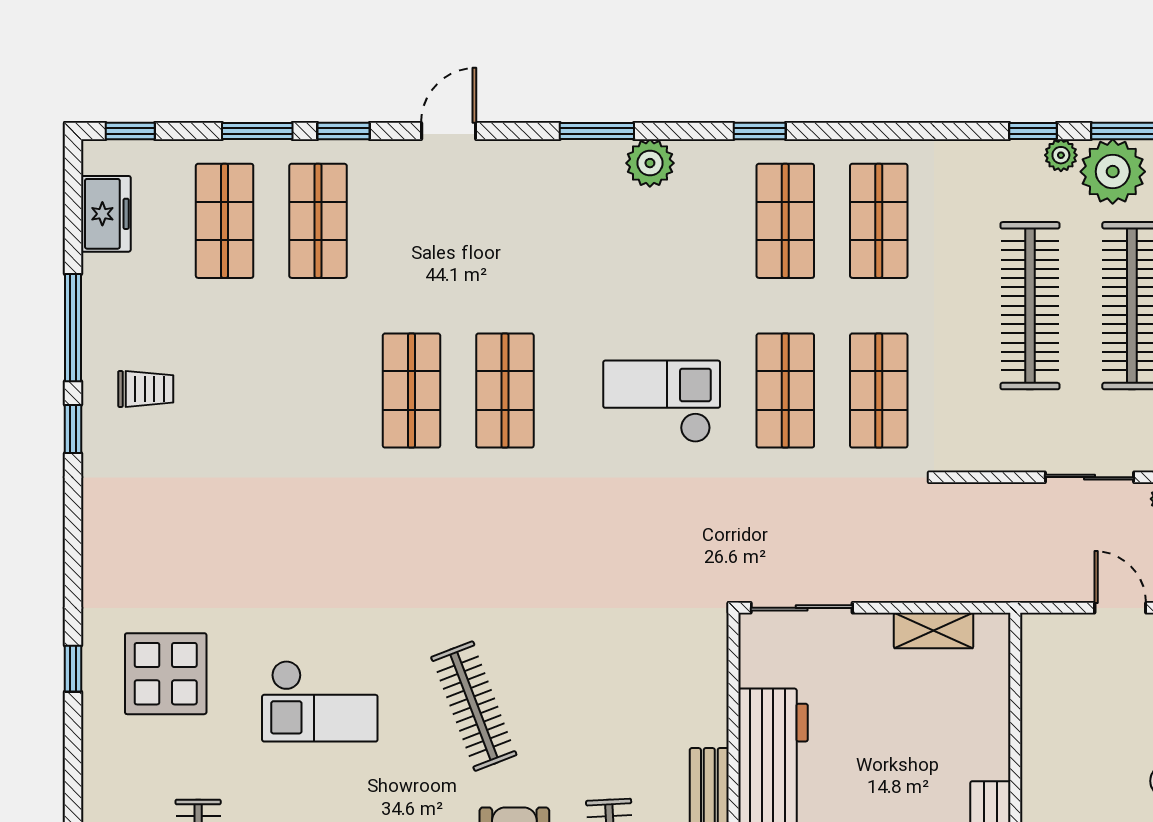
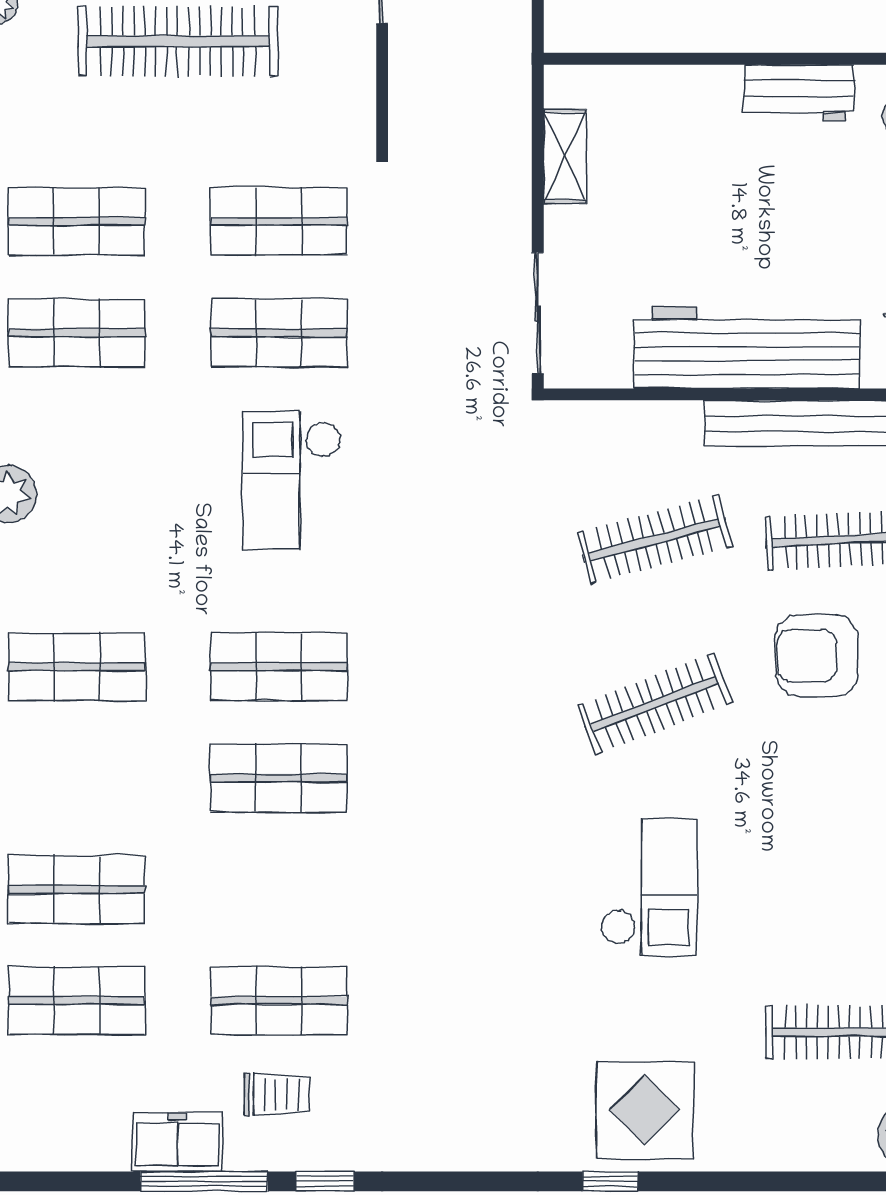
freezer: (106, 214) -> (177, 1142), moved
shop shelf: (505, 221) -> (77, 667), added
trolley: (146, 389) -> (277, 1095), turned 90
shop shelf: (225, 391) -> (279, 1001), added
display table: (166, 674) -> (645, 1110), moved
clothes rail: (612, 706) -> (655, 540), added

